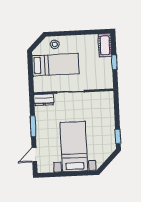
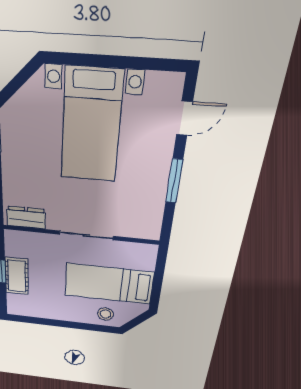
cot: (105, 45) -> (17, 276), moved
dresser: (44, 100) -> (26, 218), moved

